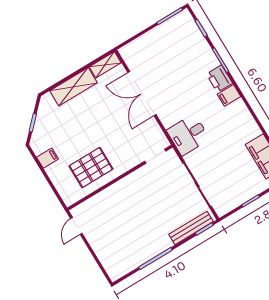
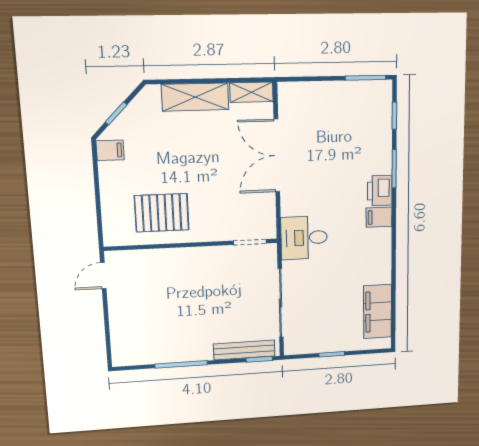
filing cabinet: (48, 158) -> (110, 150), moved

